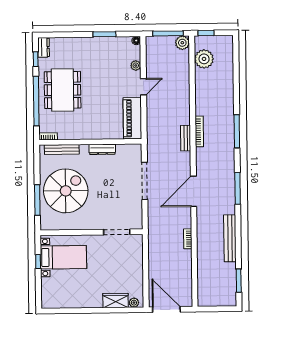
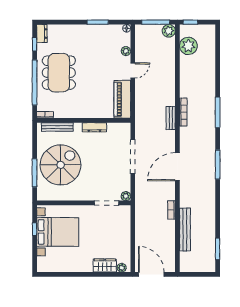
plant: (138, 224) -> (126, 196), added
bench: (230, 238) -> (185, 229), moved
bed with nightstands: (63, 257) -> (58, 232), width x1.36

